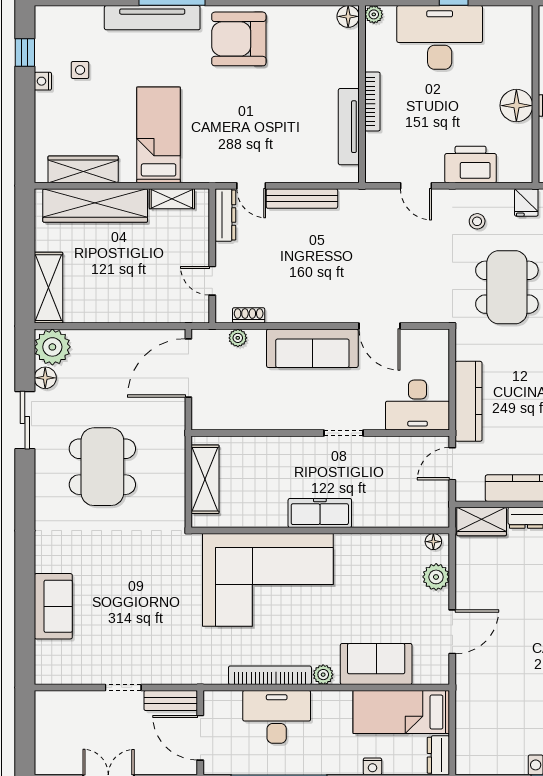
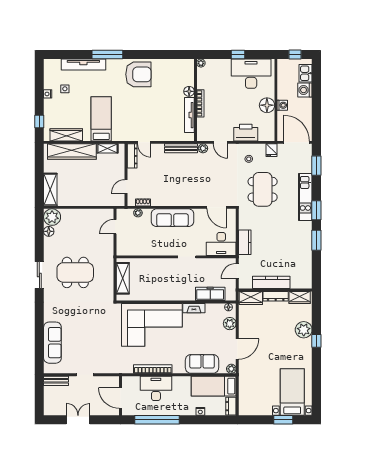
floor lamp: (348, 16) -> (189, 91), moved
tv unit: (152, 18) -> (83, 65), moved
desk: (440, 37) -> (251, 74), moved
armchair: (239, 39) -> (138, 74), turned 180
window: (25, 52) -> (39, 122), moved
plant: (378, 198) -> (203, 148), added
bench: (302, 199) -> (181, 148), moved
door: (212, 281) -> (126, 186), hinge flipped
door: (379, 326) -> (216, 207), moved
door: (188, 368) -> (115, 227), width x0.53
kitchen counter: (469, 401) -> (245, 242), width x0.67
sliding door: (25, 420) -> (39, 275), moved
dining table: (102, 467) -> (75, 272), turned 90
freezer: (320, 513) -> (210, 294), moved
fireplace: (359, 544) -> (194, 308), added
sofa: (53, 606) -> (52, 343), width x1.36
plant: (323, 675) -> (231, 369), moved
bench: (171, 701) -> (56, 381), moved

